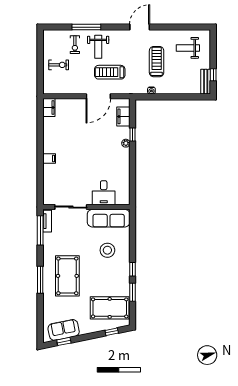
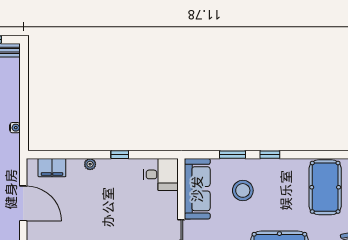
window: (133, 134) -> (120, 155), moved
desk: (104, 193) -> (161, 174), moved
window: (133, 292) -> (233, 155), moved

